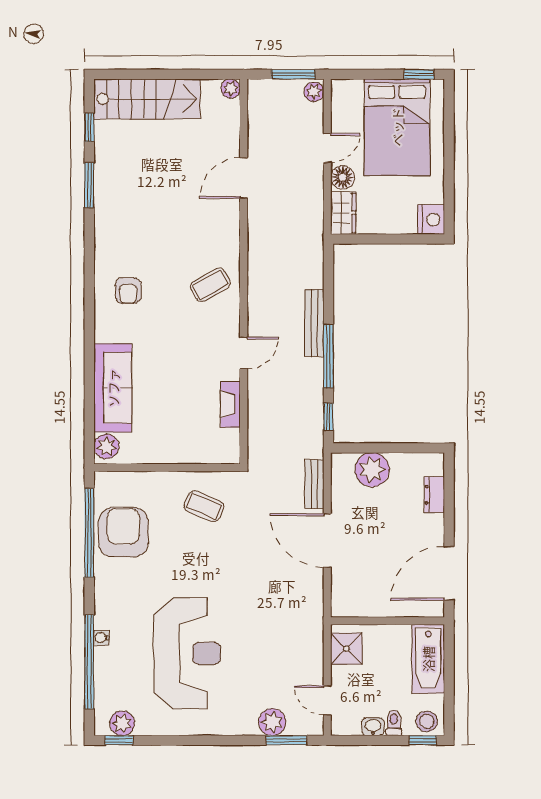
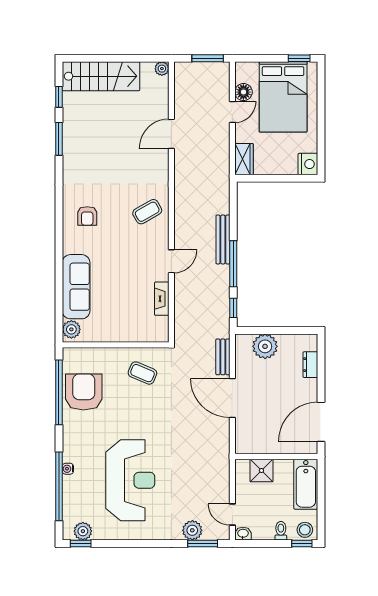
plant: (314, 92) -> (223, 71), removed
floor lamp: (343, 177) -> (243, 92), moved
shower: (346, 649) -> (261, 470), moved
washbasin: (373, 727) -> (243, 534), moved

